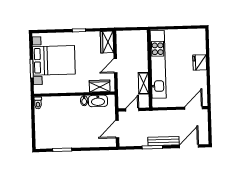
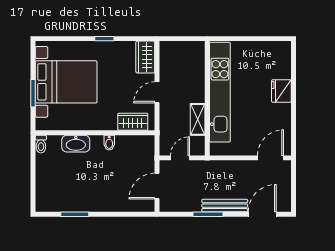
washbasin: (98, 101) -> (76, 144), moved

